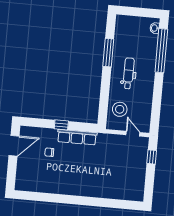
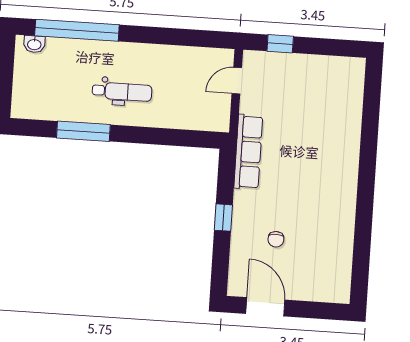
dental chair: (129, 73) -> (122, 92), turned 180
stool: (120, 109) -> (191, 107), removed
row of seats: (77, 137) -> (248, 152), moved

